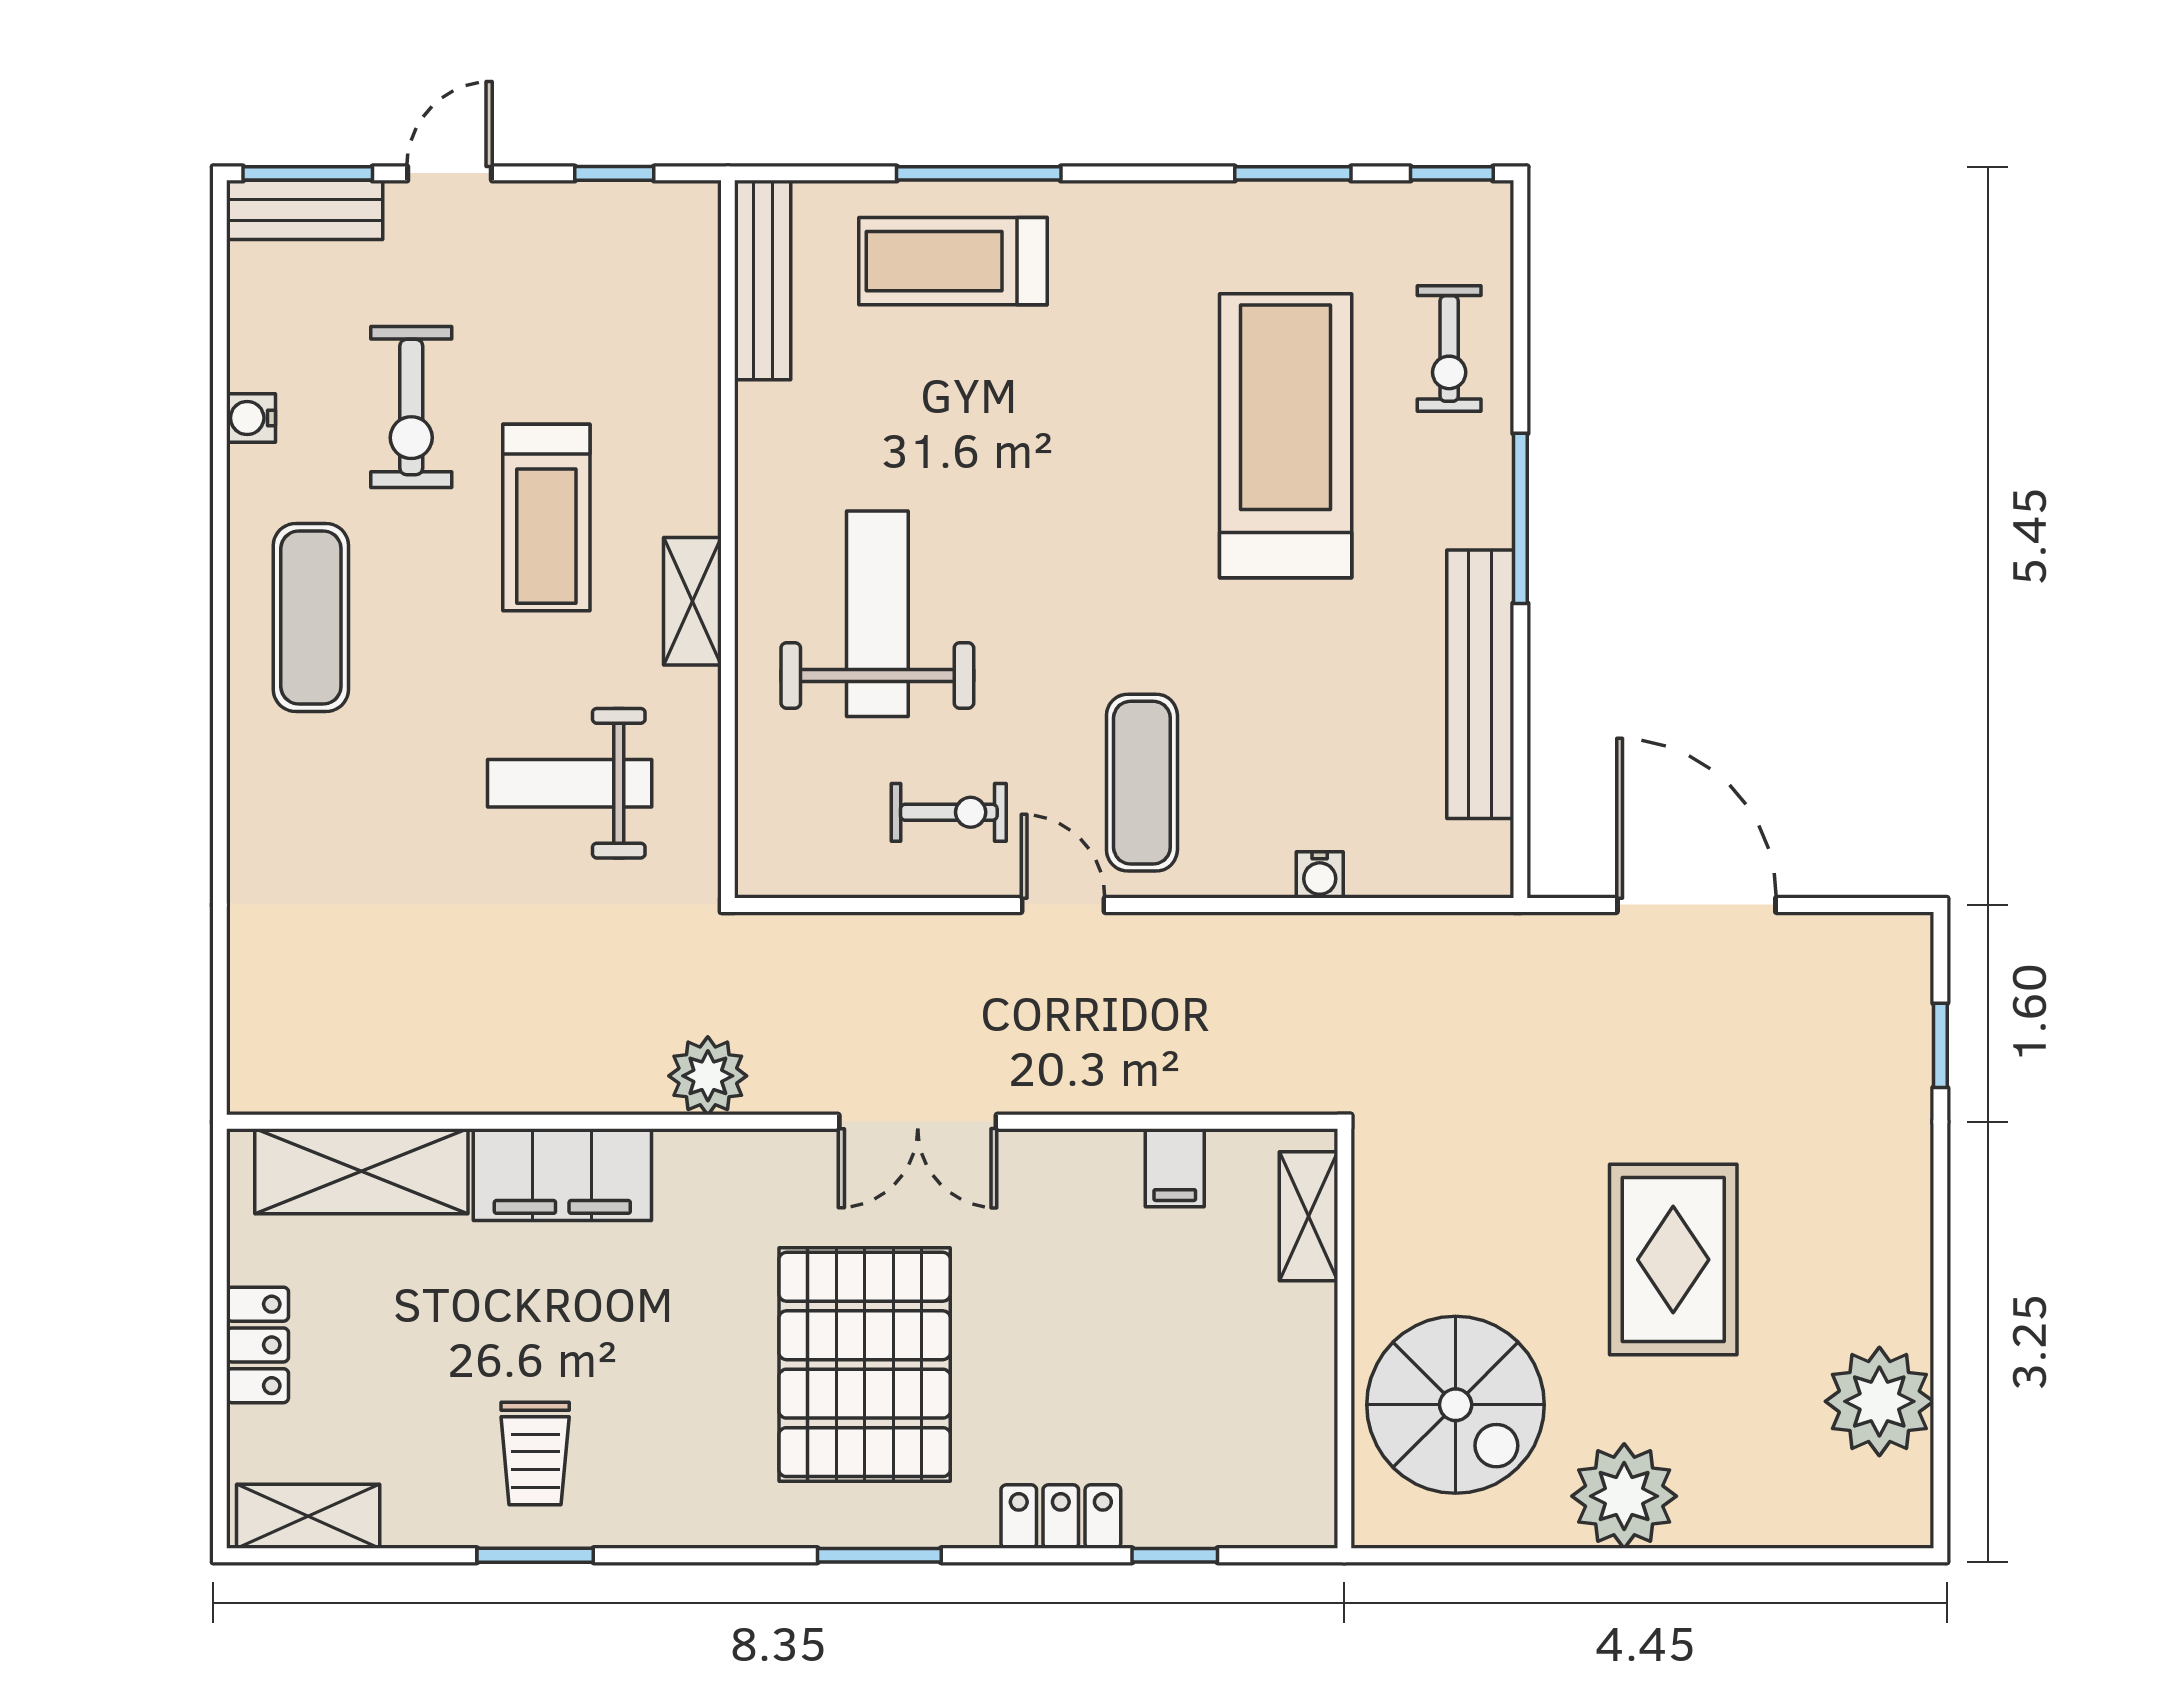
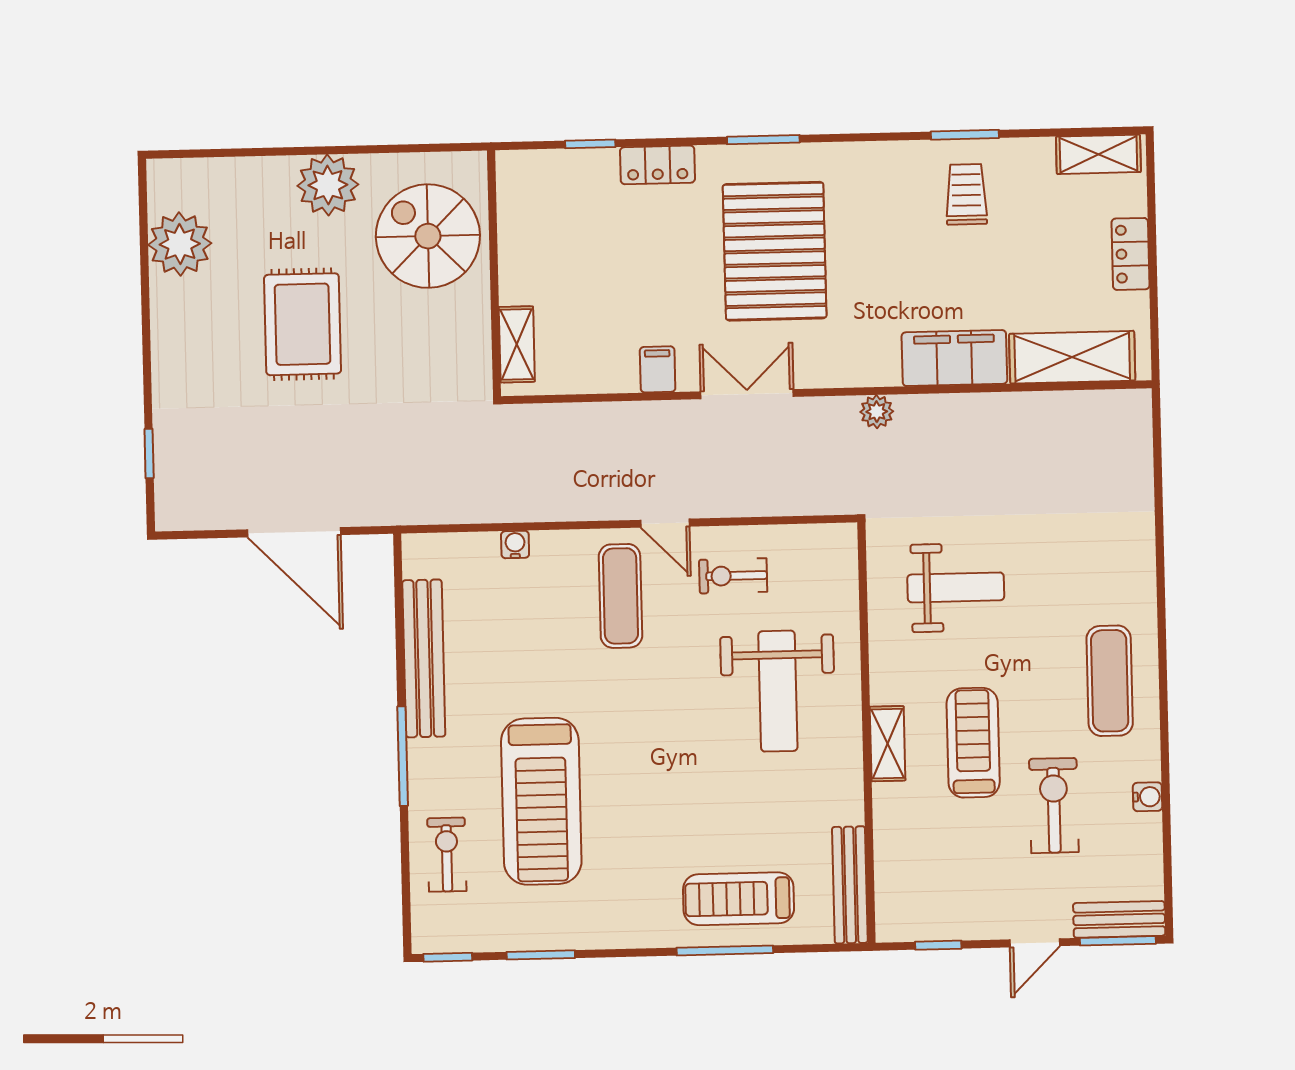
treadmill: (953, 261) -> (739, 899), turned 180
shelving: (692, 601) -> (888, 744), moved
plant: (708, 1076) -> (877, 412), width x0.73, depth x0.73
filing cabinet: (1175, 1168) -> (658, 369), moved

